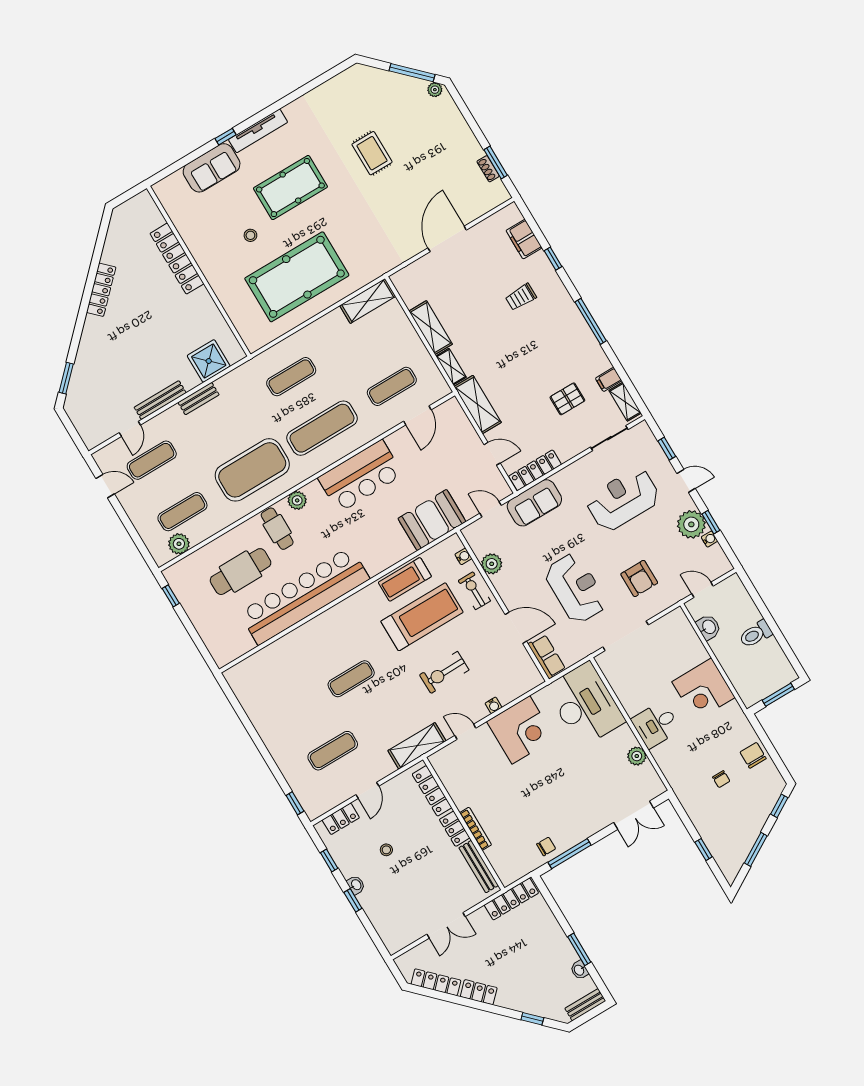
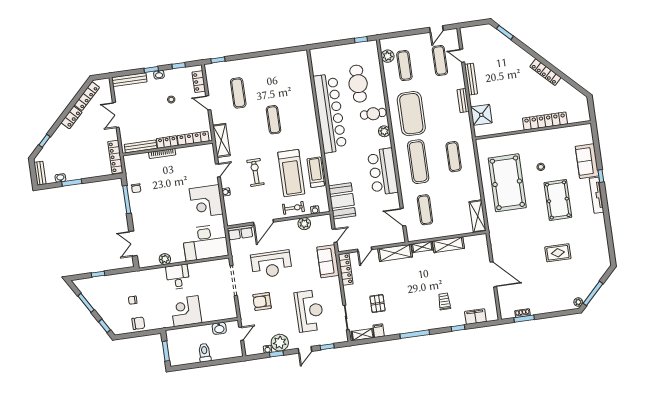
bench: (383, 927) -> (129, 80), added

